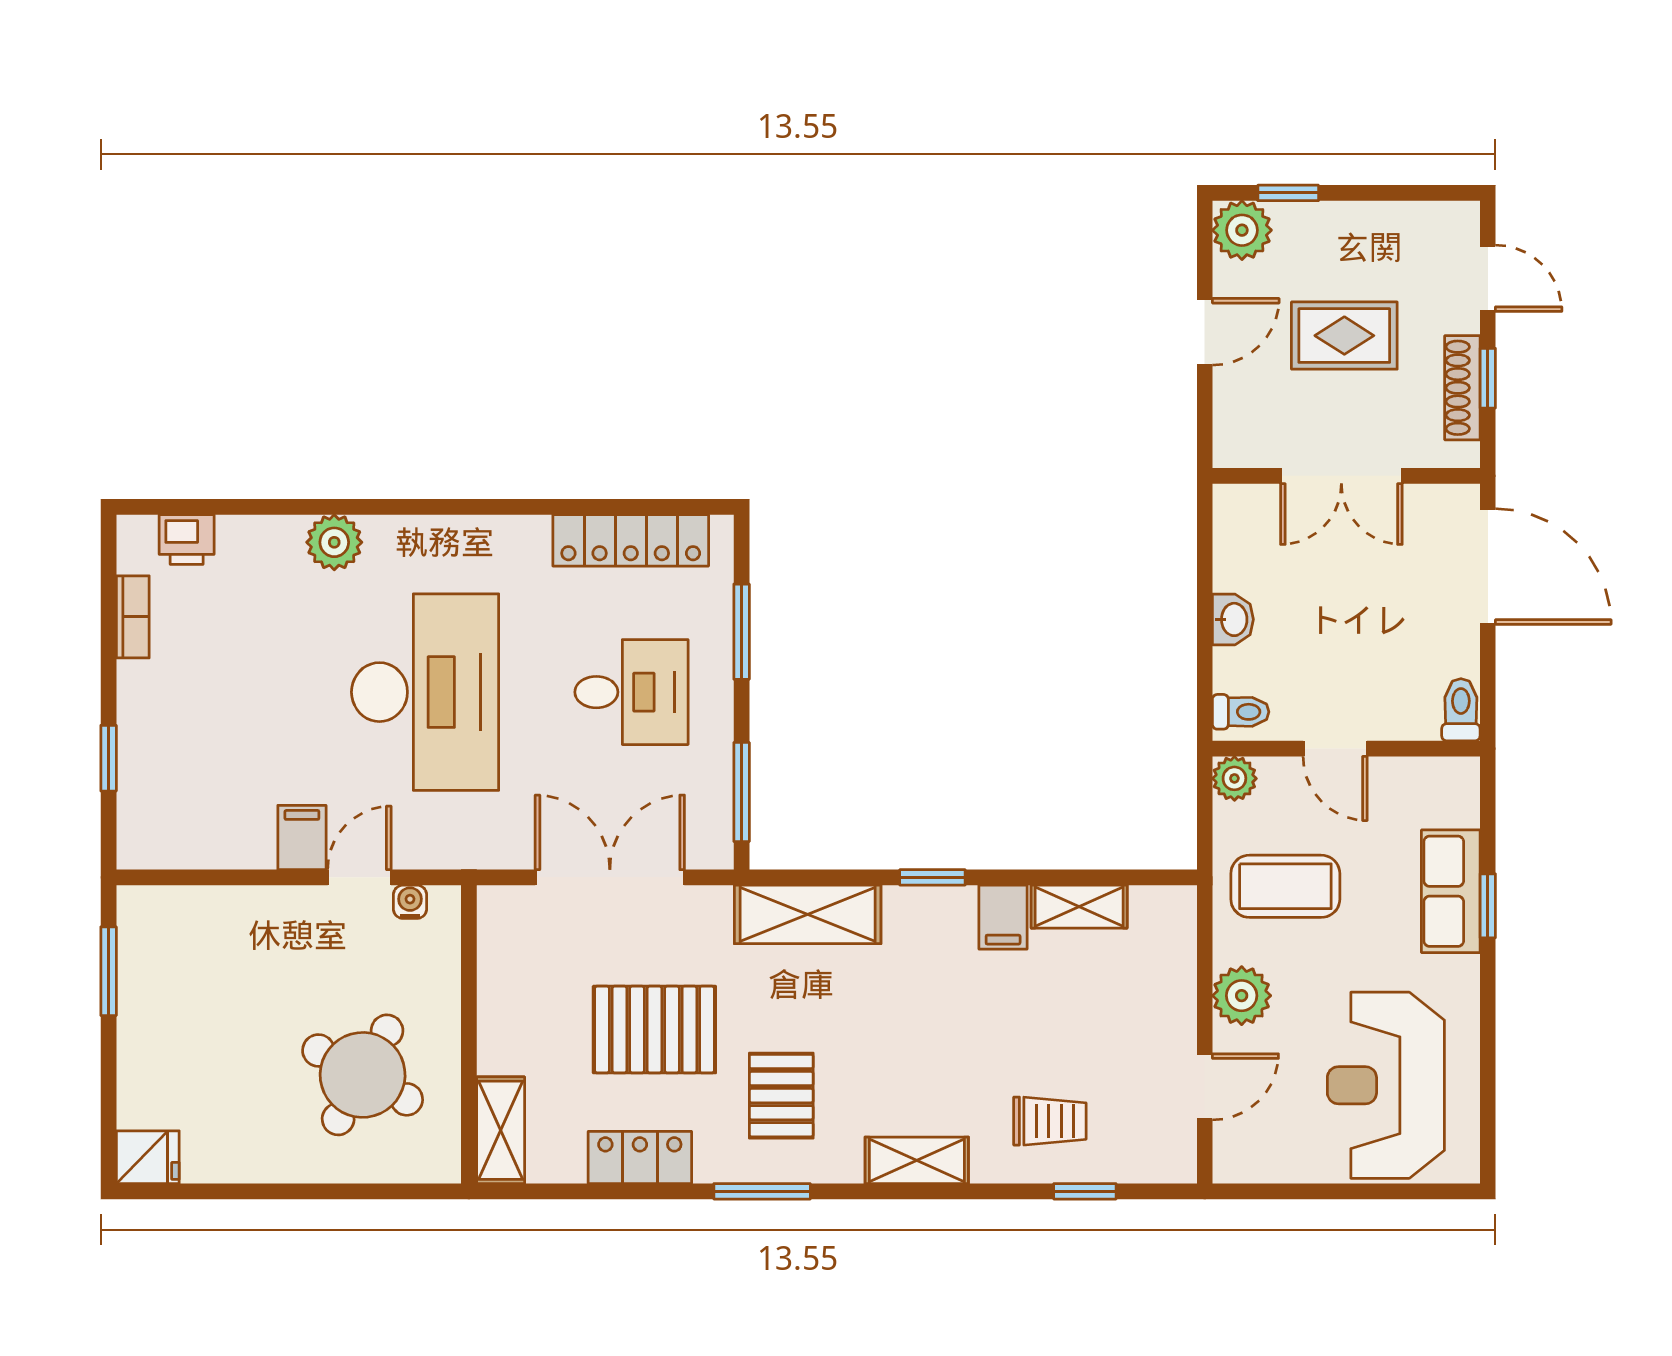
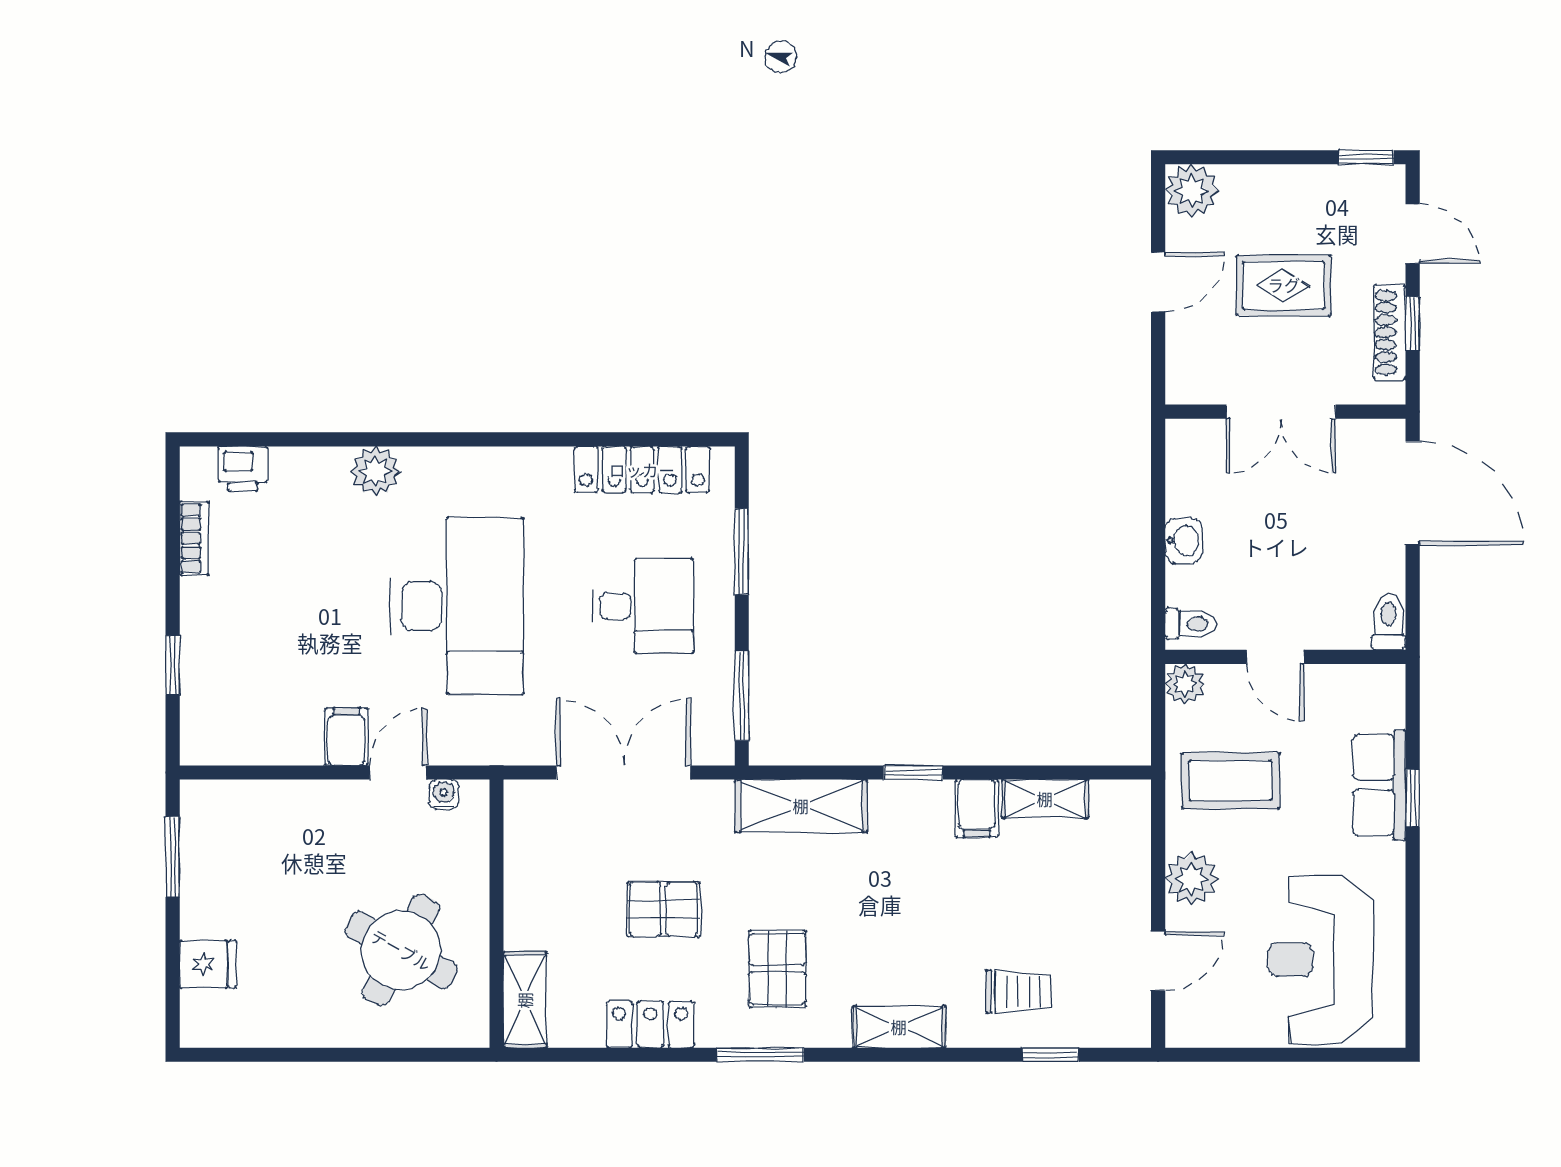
window: (1288, 193) -> (1366, 157), moved
pallet: (654, 1030) -> (663, 909), width x0.67, depth x0.71
fridge: (148, 1157) -> (208, 964), moved

